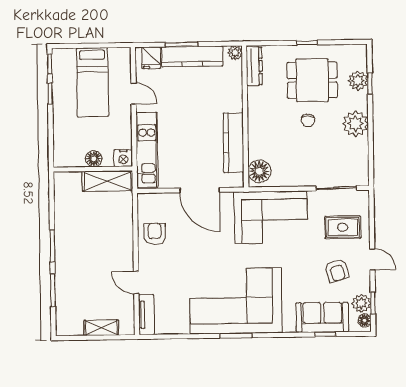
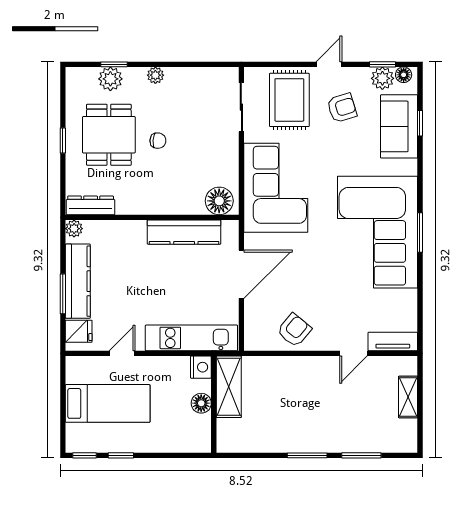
plant: (355, 124) -> (155, 75), width x0.53, depth x0.53
rug: (343, 227) -> (289, 100), width x1.36, depth x1.43
armchair: (155, 234) -> (294, 330), turned 130

